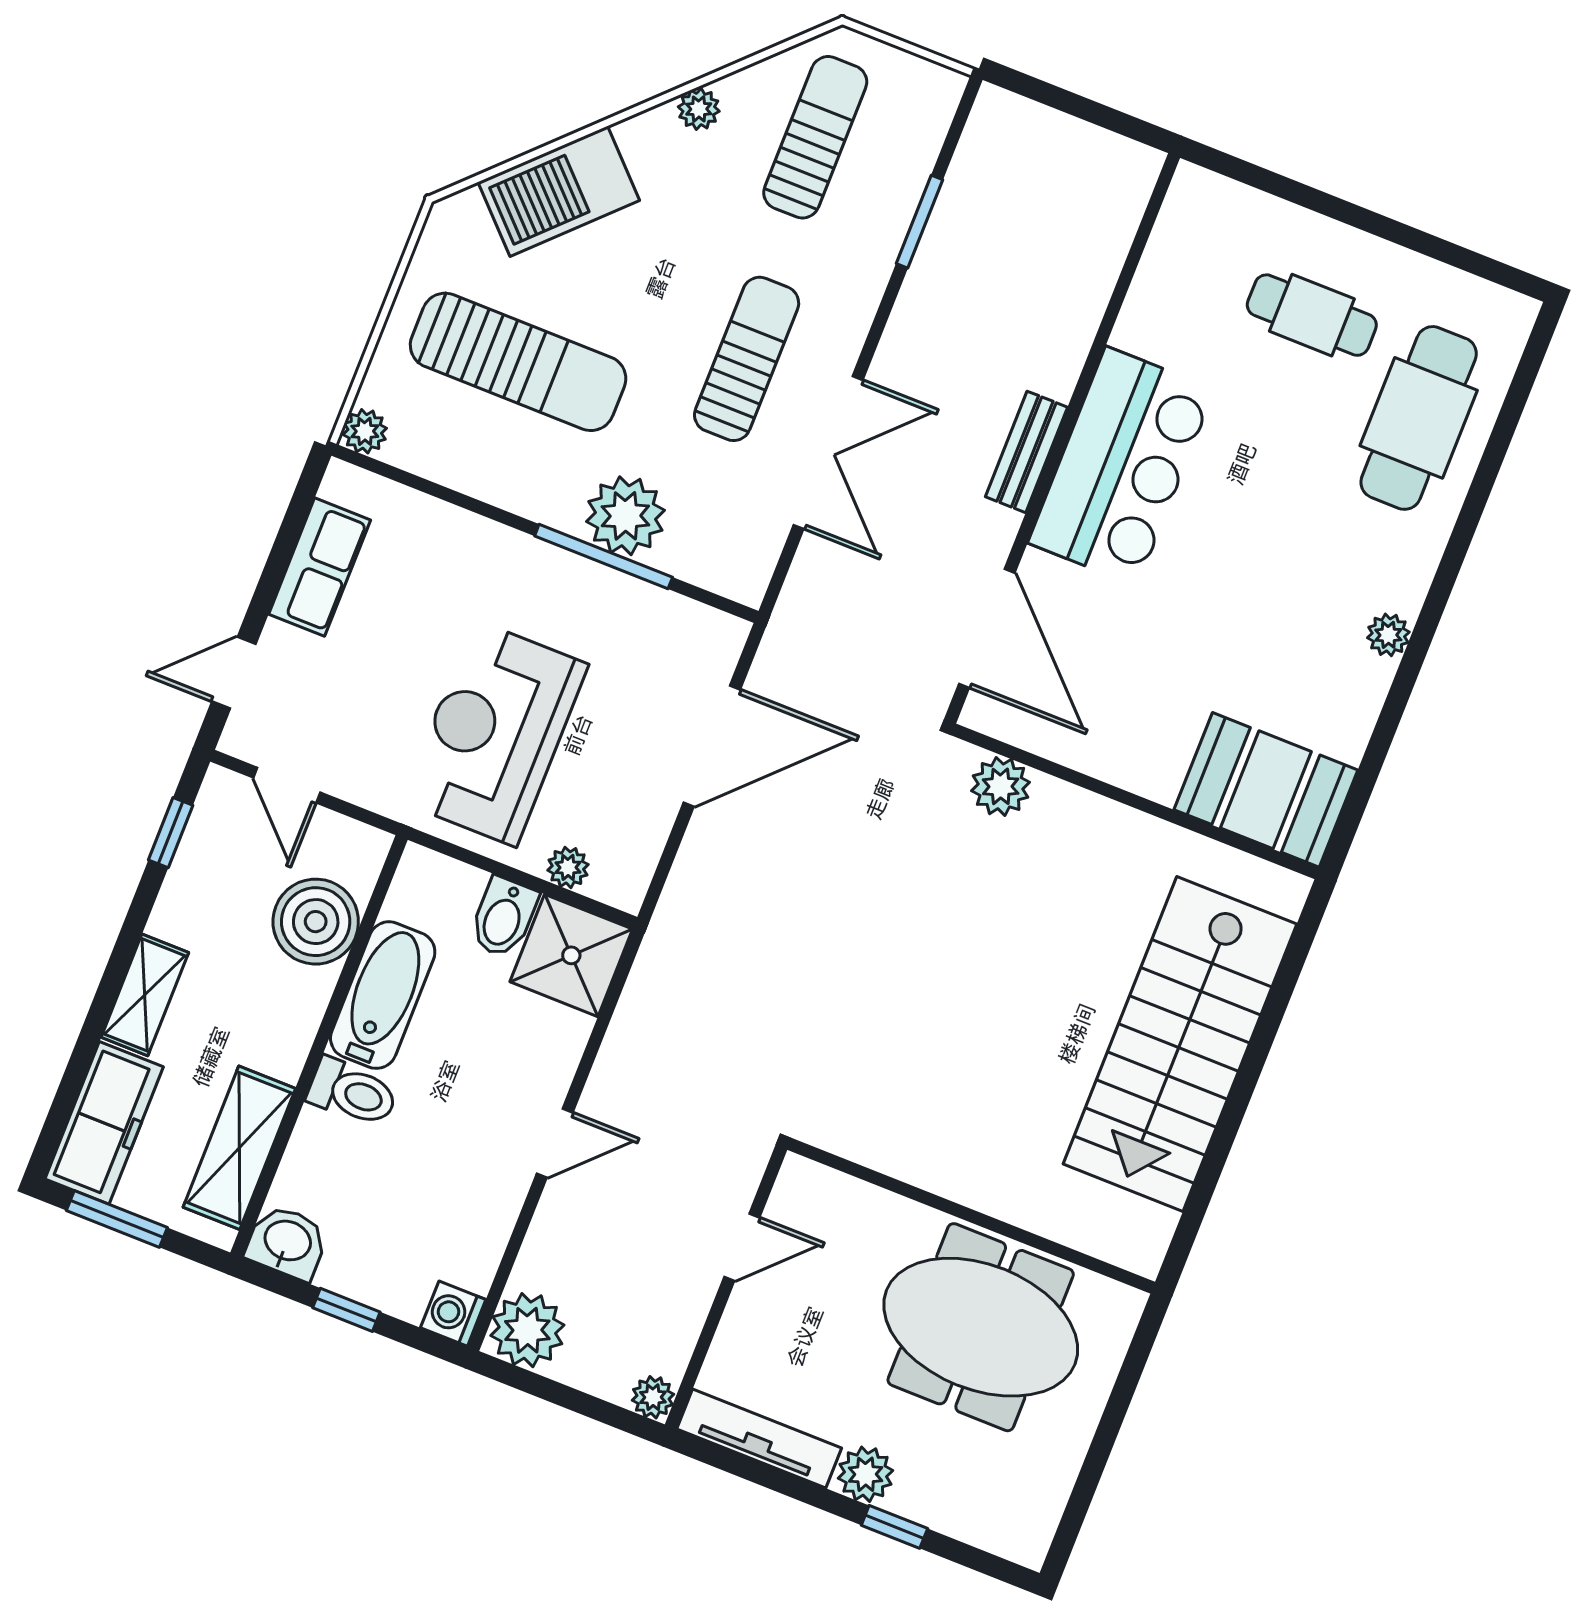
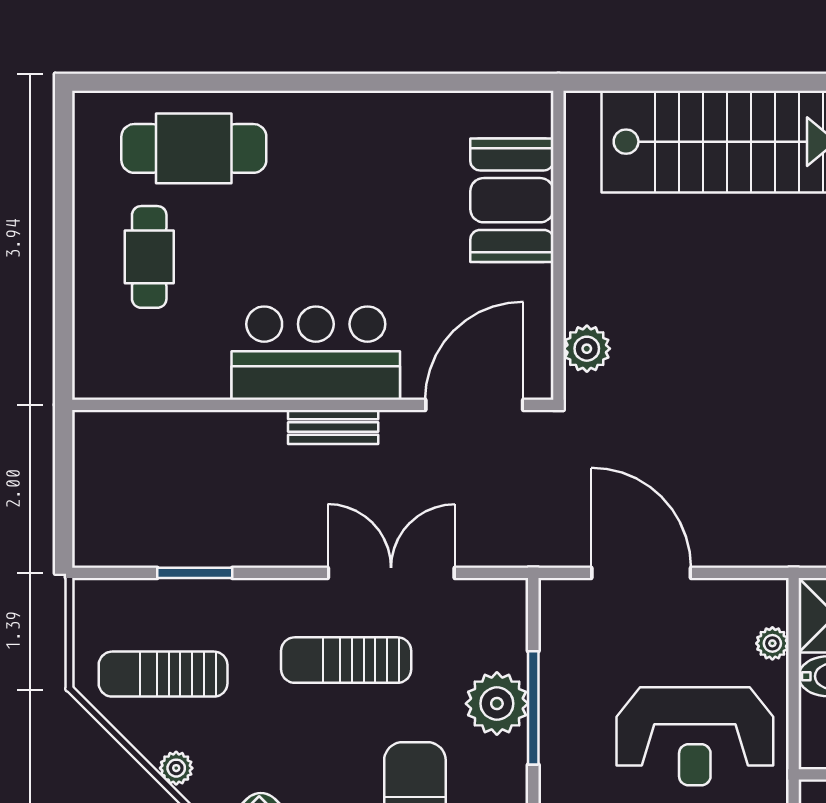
plant: (1388, 635) -> (362, 107), removed
booth: (1266, 790) -> (512, 200), moved

